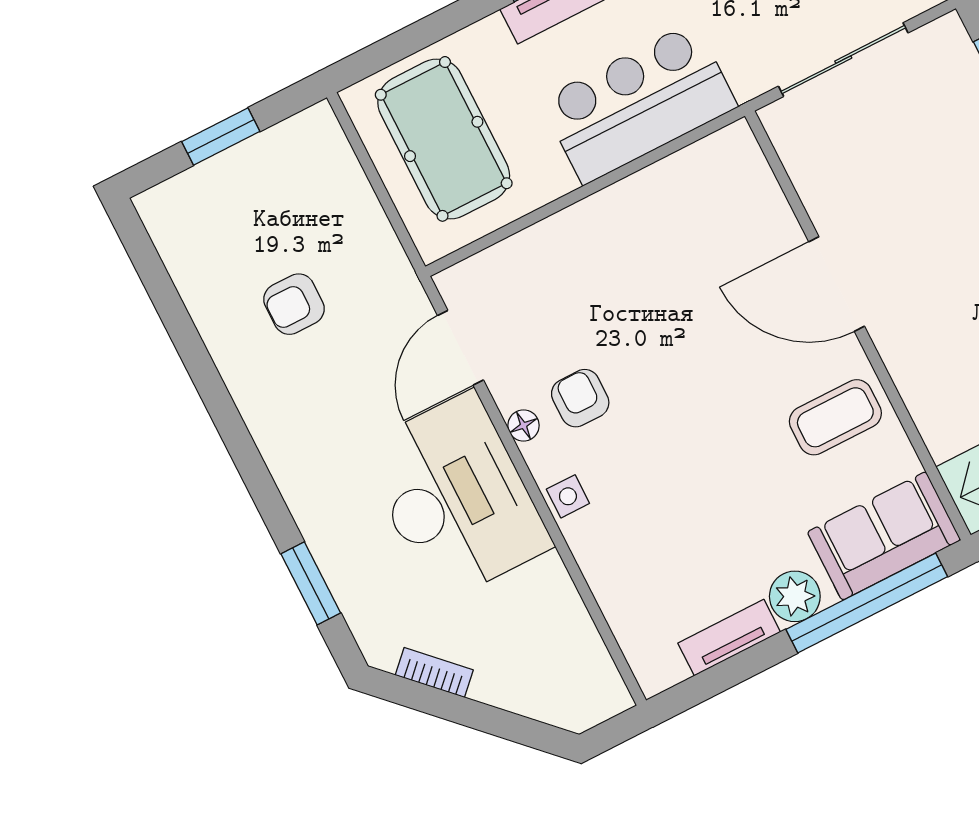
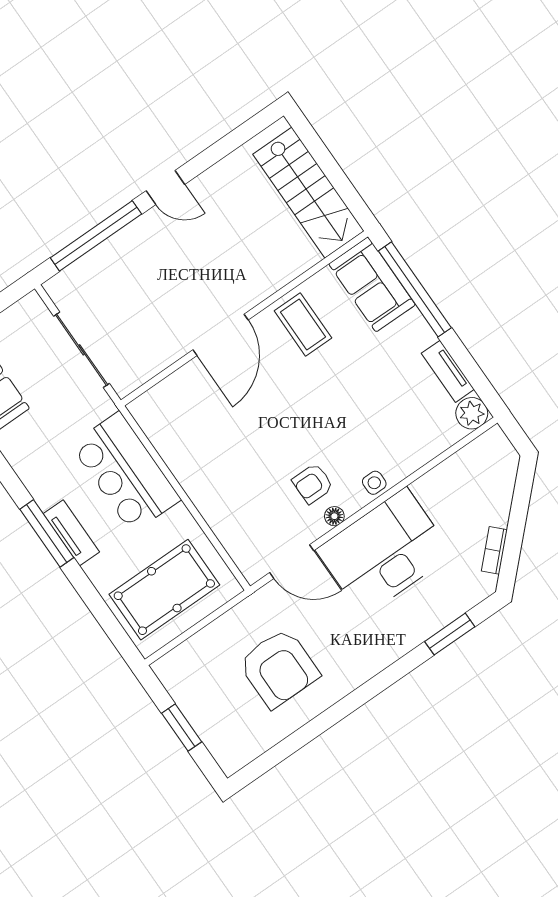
armchair: (294, 304) -> (279, 668), width x1.88, depth x1.88
plant: (795, 596) -> (472, 413), moved

